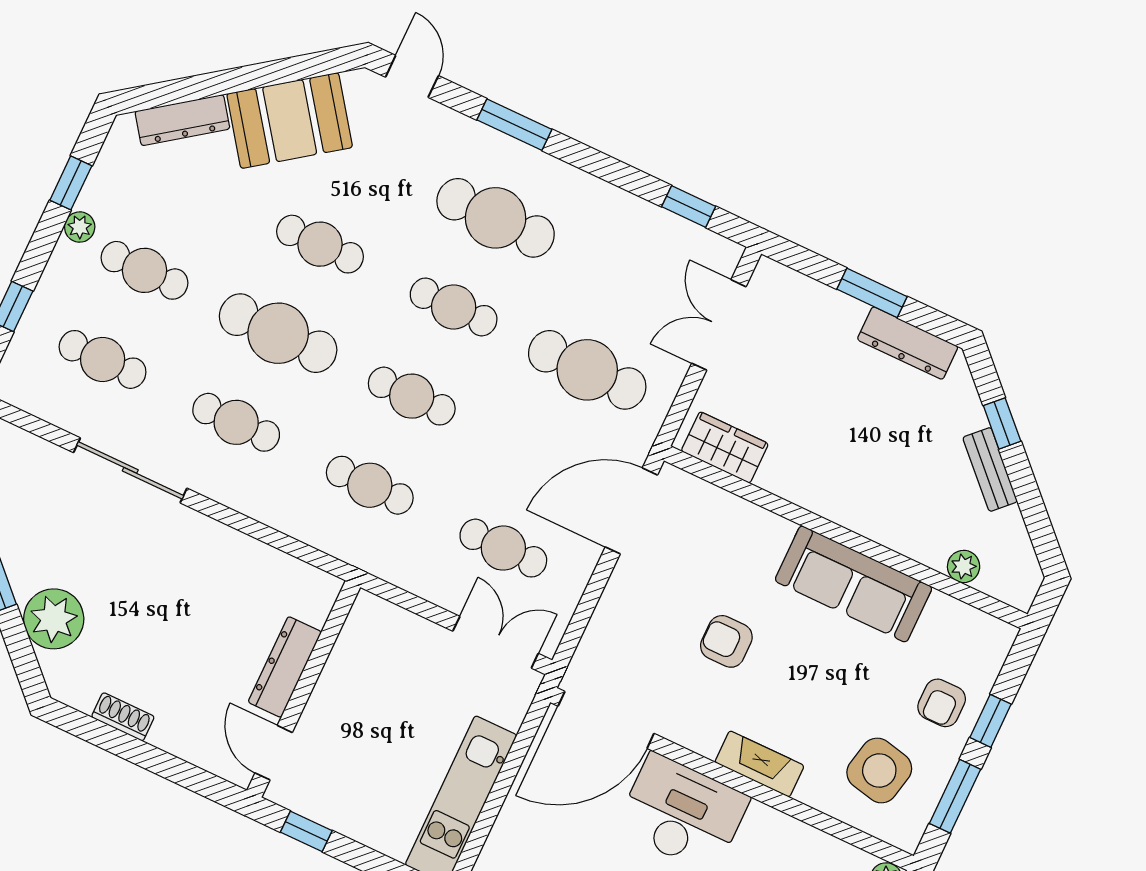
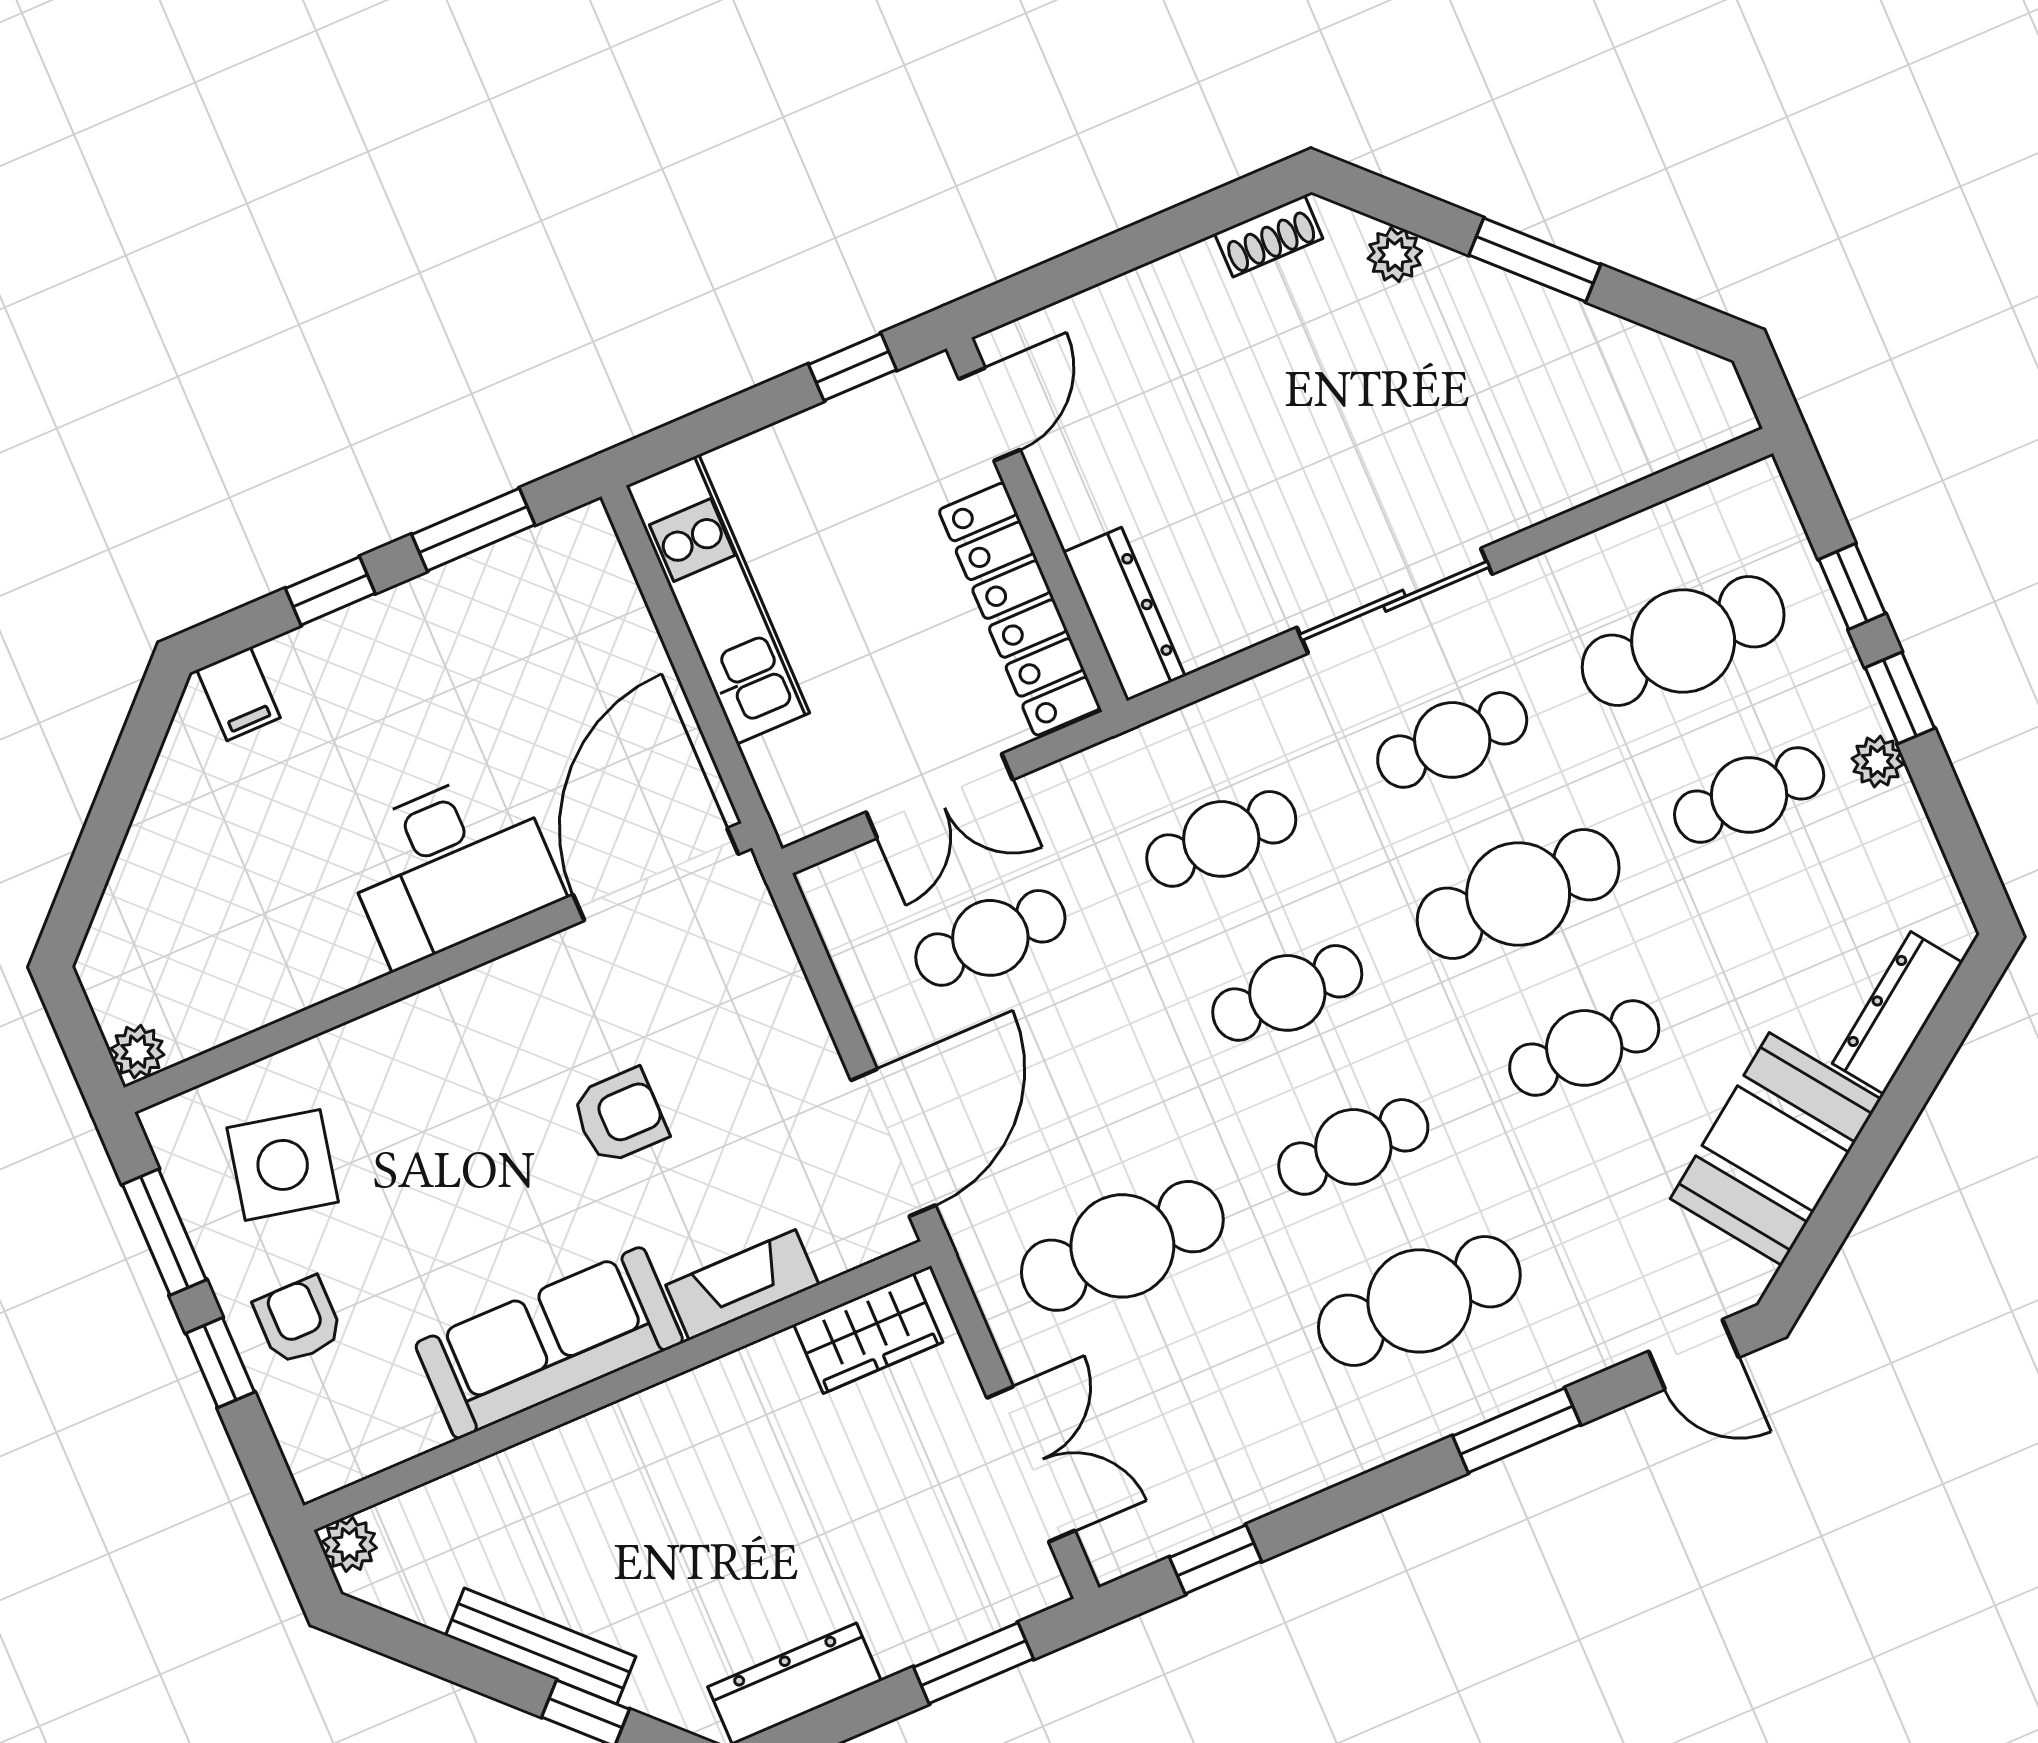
window: (71, 183) -> (1900, 698), moved
window: (872, 293) -> (974, 1663), moved
cafe table: (103, 359) -> (1683, 641), width x1.37, depth x1.35
bench: (990, 469) -> (541, 1646), width x1.36
sliding door: (130, 470) -> (1394, 601), moved
plant: (964, 566) -> (349, 1545), moved
plant: (54, 619) -> (1395, 255), width x0.53, depth x0.53
double door: (496, 642) -> (939, 796), moved
locker: (347, 663) -> (1020, 609), added
dresser: (285, 667) -> (1124, 614), moved
shoe rack: (123, 717) -> (1269, 236), moved
door: (274, 753) -> (990, 414), hinge flipped
fireplace: (759, 764) -> (742, 1285), moved, turned 180

